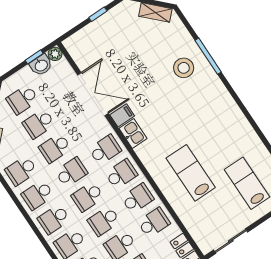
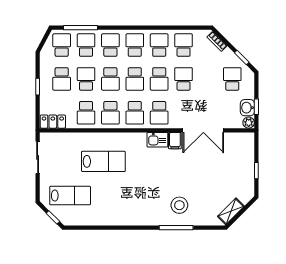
school desk: (39, 124) -> (208, 79), removed
school desk: (88, 197) -> (135, 79), turned 180
school desk: (104, 221) -> (110, 79), turned 180

